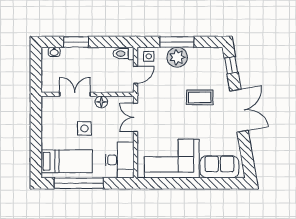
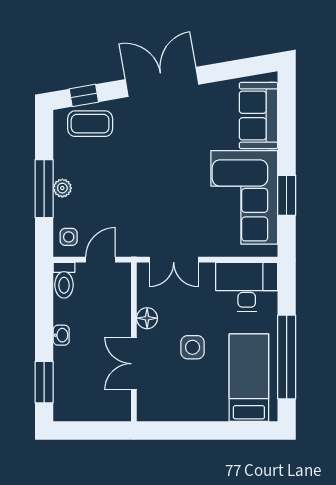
window: (76, 42) -> (44, 382), moved
washbasin: (54, 52) -> (61, 335), moved
plant: (177, 57) -> (62, 188), width x0.53, depth x0.53
door: (136, 75) -> (100, 260), hinge flipped
coffee table: (200, 97) -> (90, 124), moved, turned 90
window: (173, 183) -> (287, 195), added

